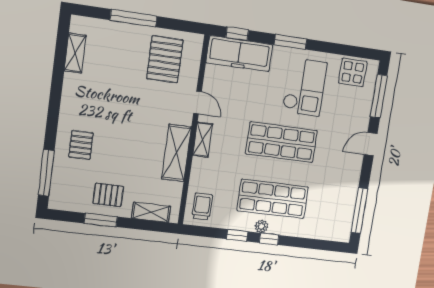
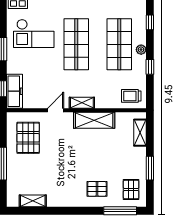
freezer: (239, 54) -> (14, 91), width x0.73, depth x0.79
pallet: (165, 59) -> (28, 138), turned 90
checkout: (305, 87) -> (34, 33), turned 180
pallet: (108, 195) -> (131, 189), moved
window: (269, 239) -> (150, 22), moved

